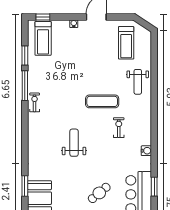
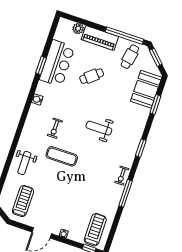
window: (25, 56) -> (141, 148), moved
weight bench: (138, 82) -> (24, 163), turned 180
weight bench: (74, 143) -> (99, 128), turned 90

